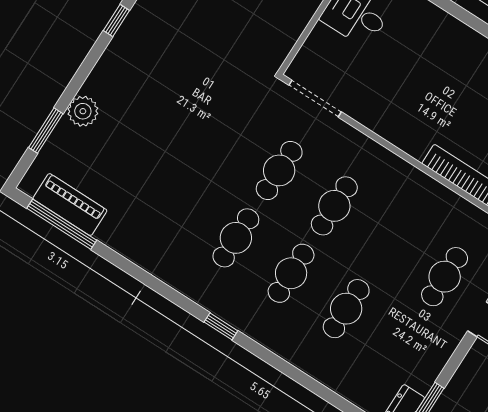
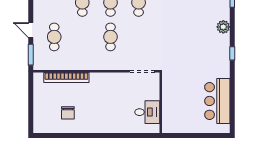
plant: (83, 111) -> (223, 27), moved
cafe table: (279, 170) -> (139, 37), removed

